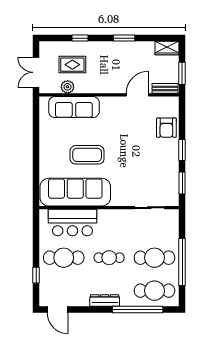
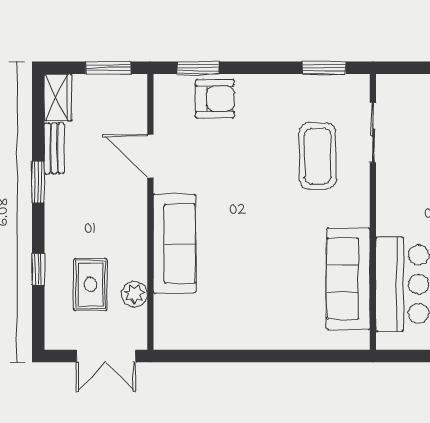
bench: (165, 88) -> (54, 148), moved
sofa: (74, 107) -> (174, 244), moved
window: (182, 150) -> (198, 68), moved
coffee table: (87, 155) -> (318, 156), moved
sofa: (75, 192) -> (348, 279), width x0.74, depth x0.79

